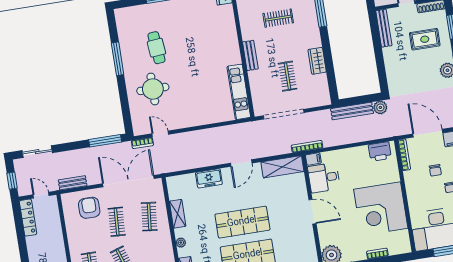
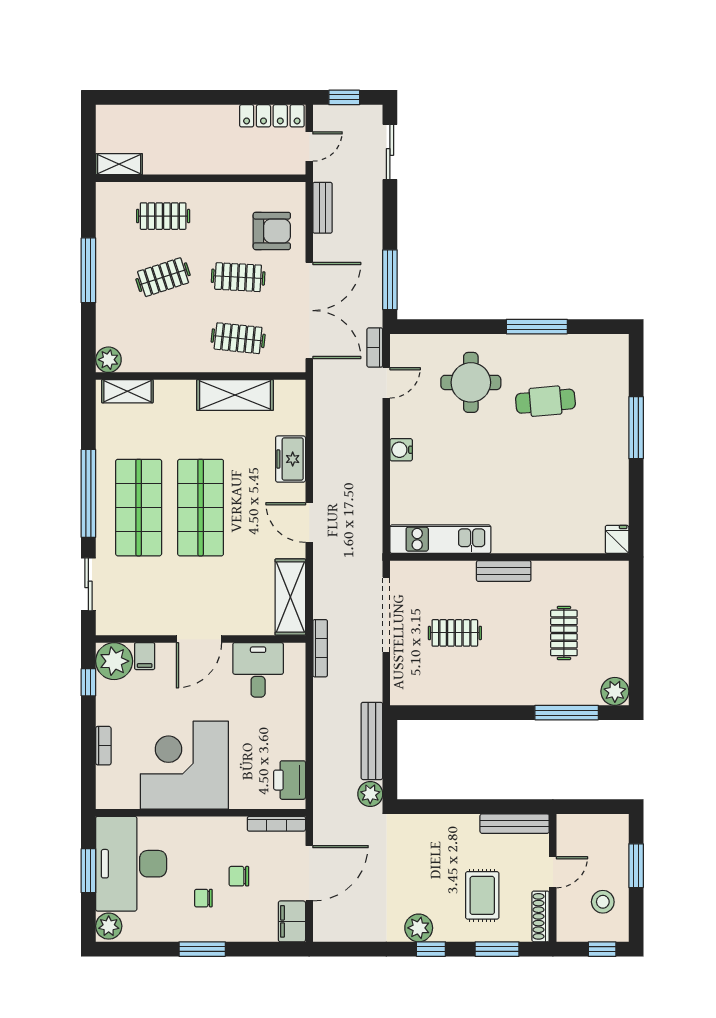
wardrobe: (317, 61) -> (474, 692), removed
water cooler: (195, 120) -> (401, 450), added
filing cabinet: (313, 159) -> (145, 656), moved
shelving: (178, 214) -> (235, 395), width x1.50, depth x1.33
plant: (181, 243) -> (181, 389), removed

